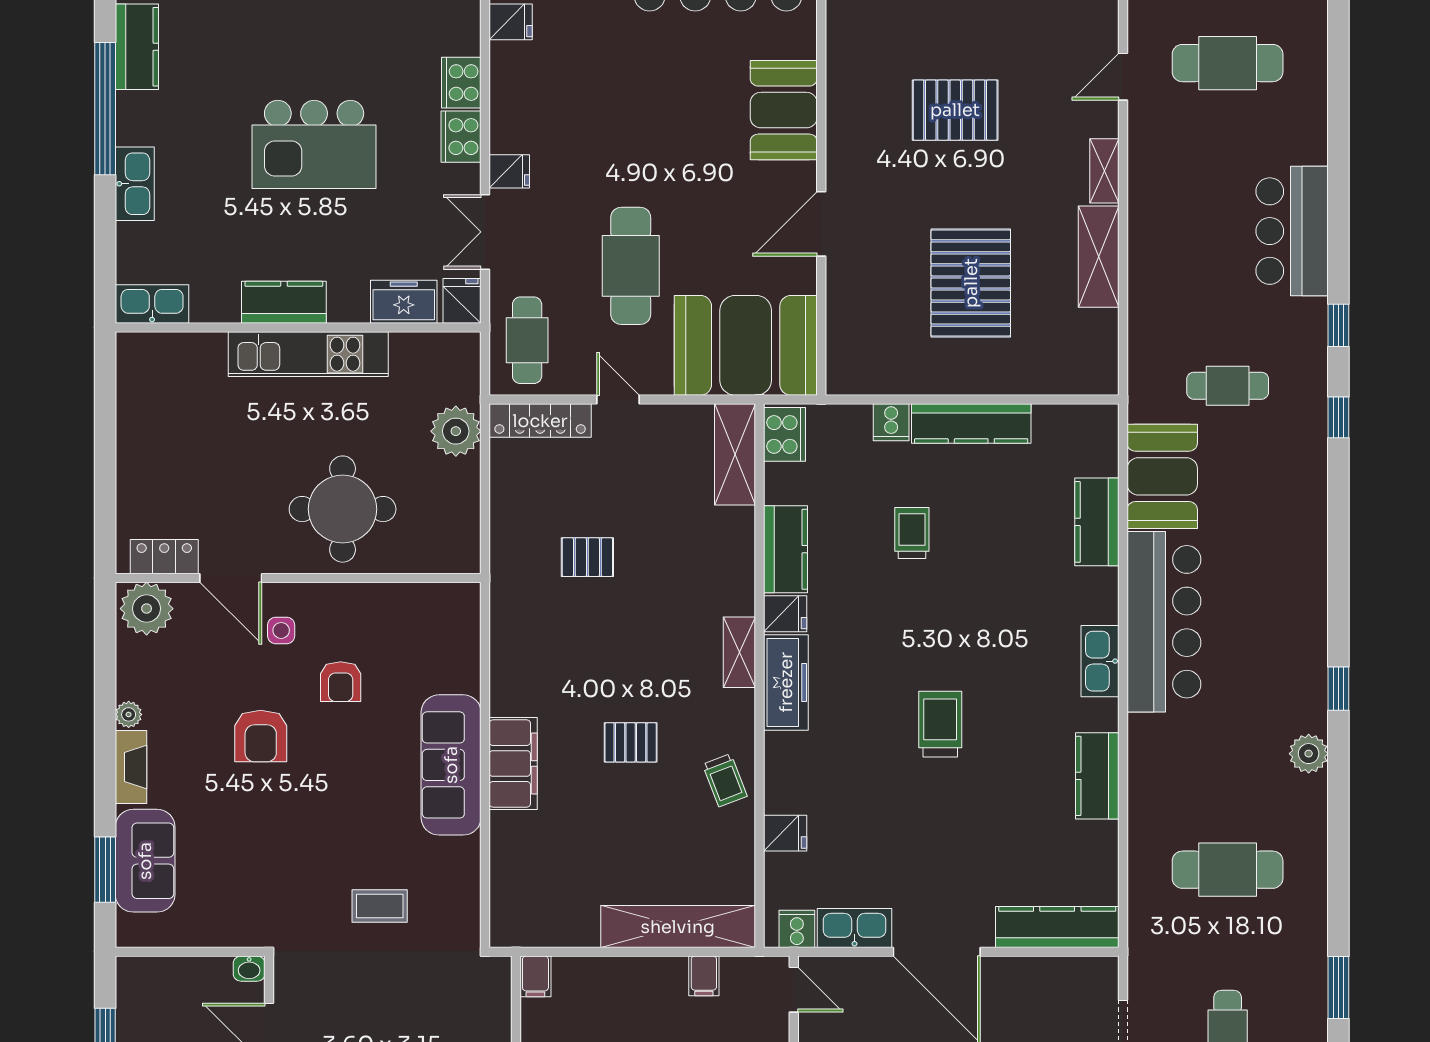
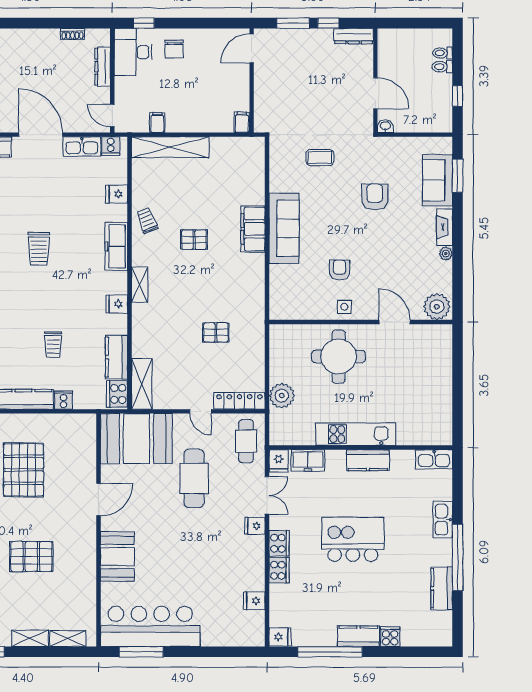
kitchen counter: (785, 549) -> (116, 357), moved
locker: (164, 557) -> (428, 333), removed
side table: (281, 630) -> (344, 307), moved
freezer: (786, 682) -> (116, 246), moved
armchair: (261, 736) -> (375, 197), moved

